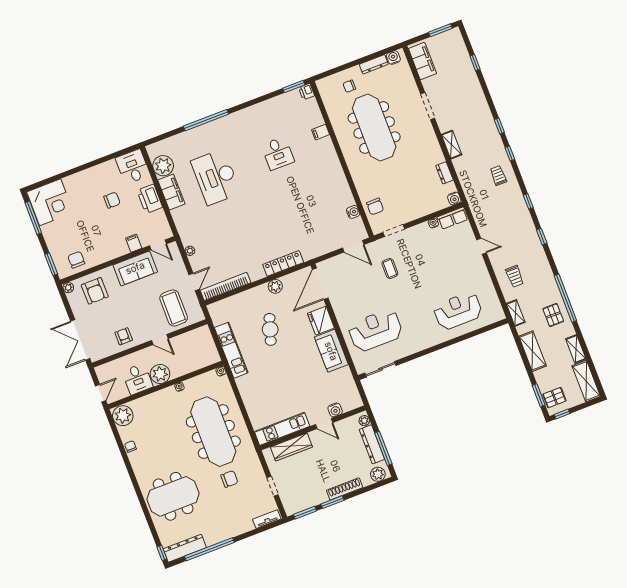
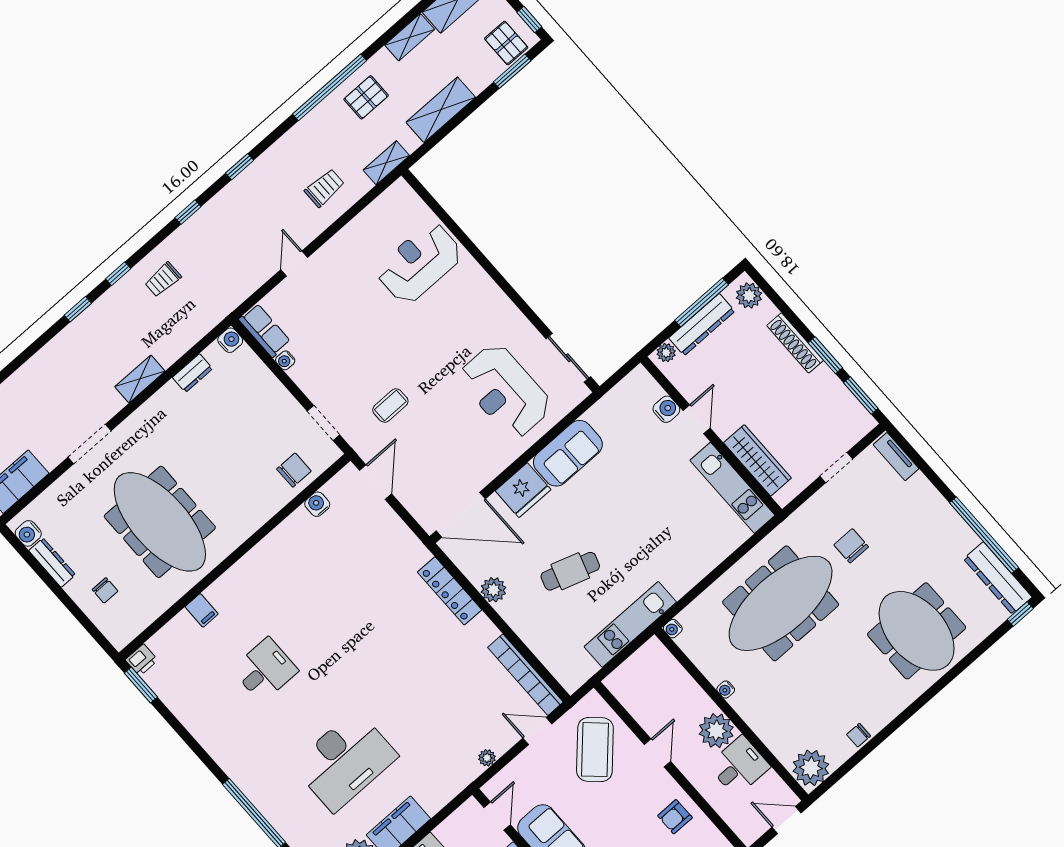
meeting table: (374, 128) -> (160, 522), turned 90
coffee table: (174, 308) -> (595, 750), turned -47
reception desk: (458, 311) -> (419, 263), turned 90

